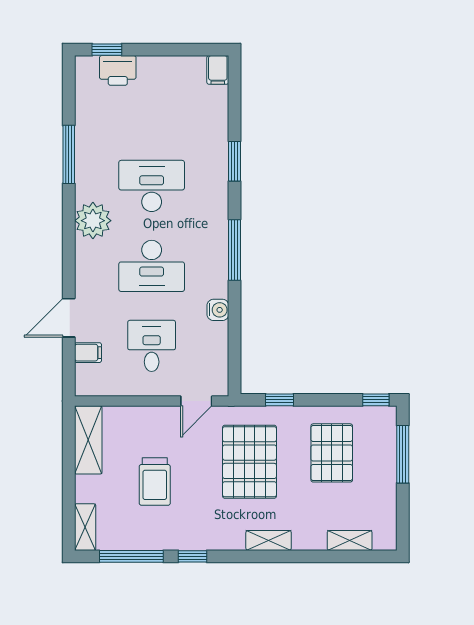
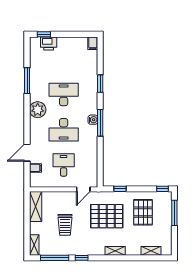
water cooler: (218, 310) -> (93, 120), moved
pallet: (249, 462) -> (107, 216), turned 90

